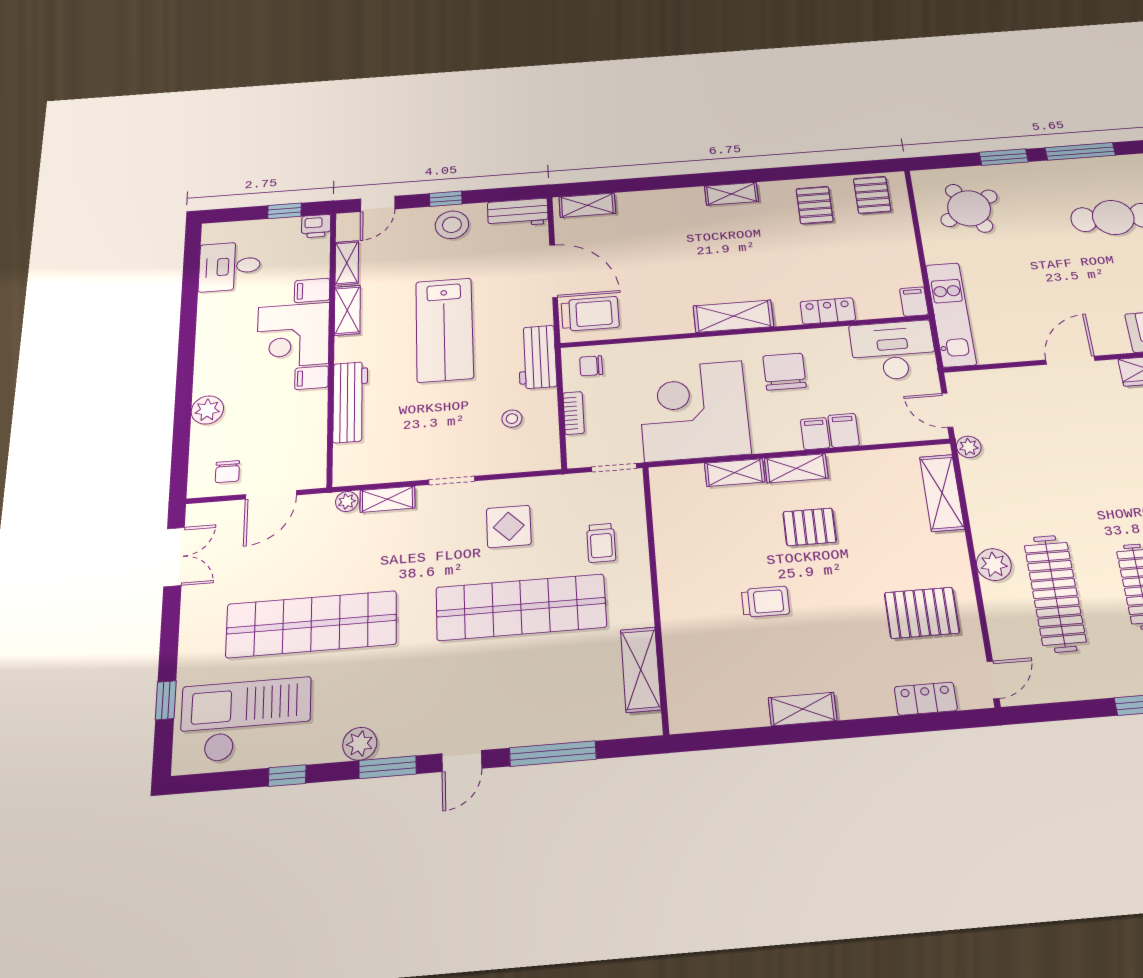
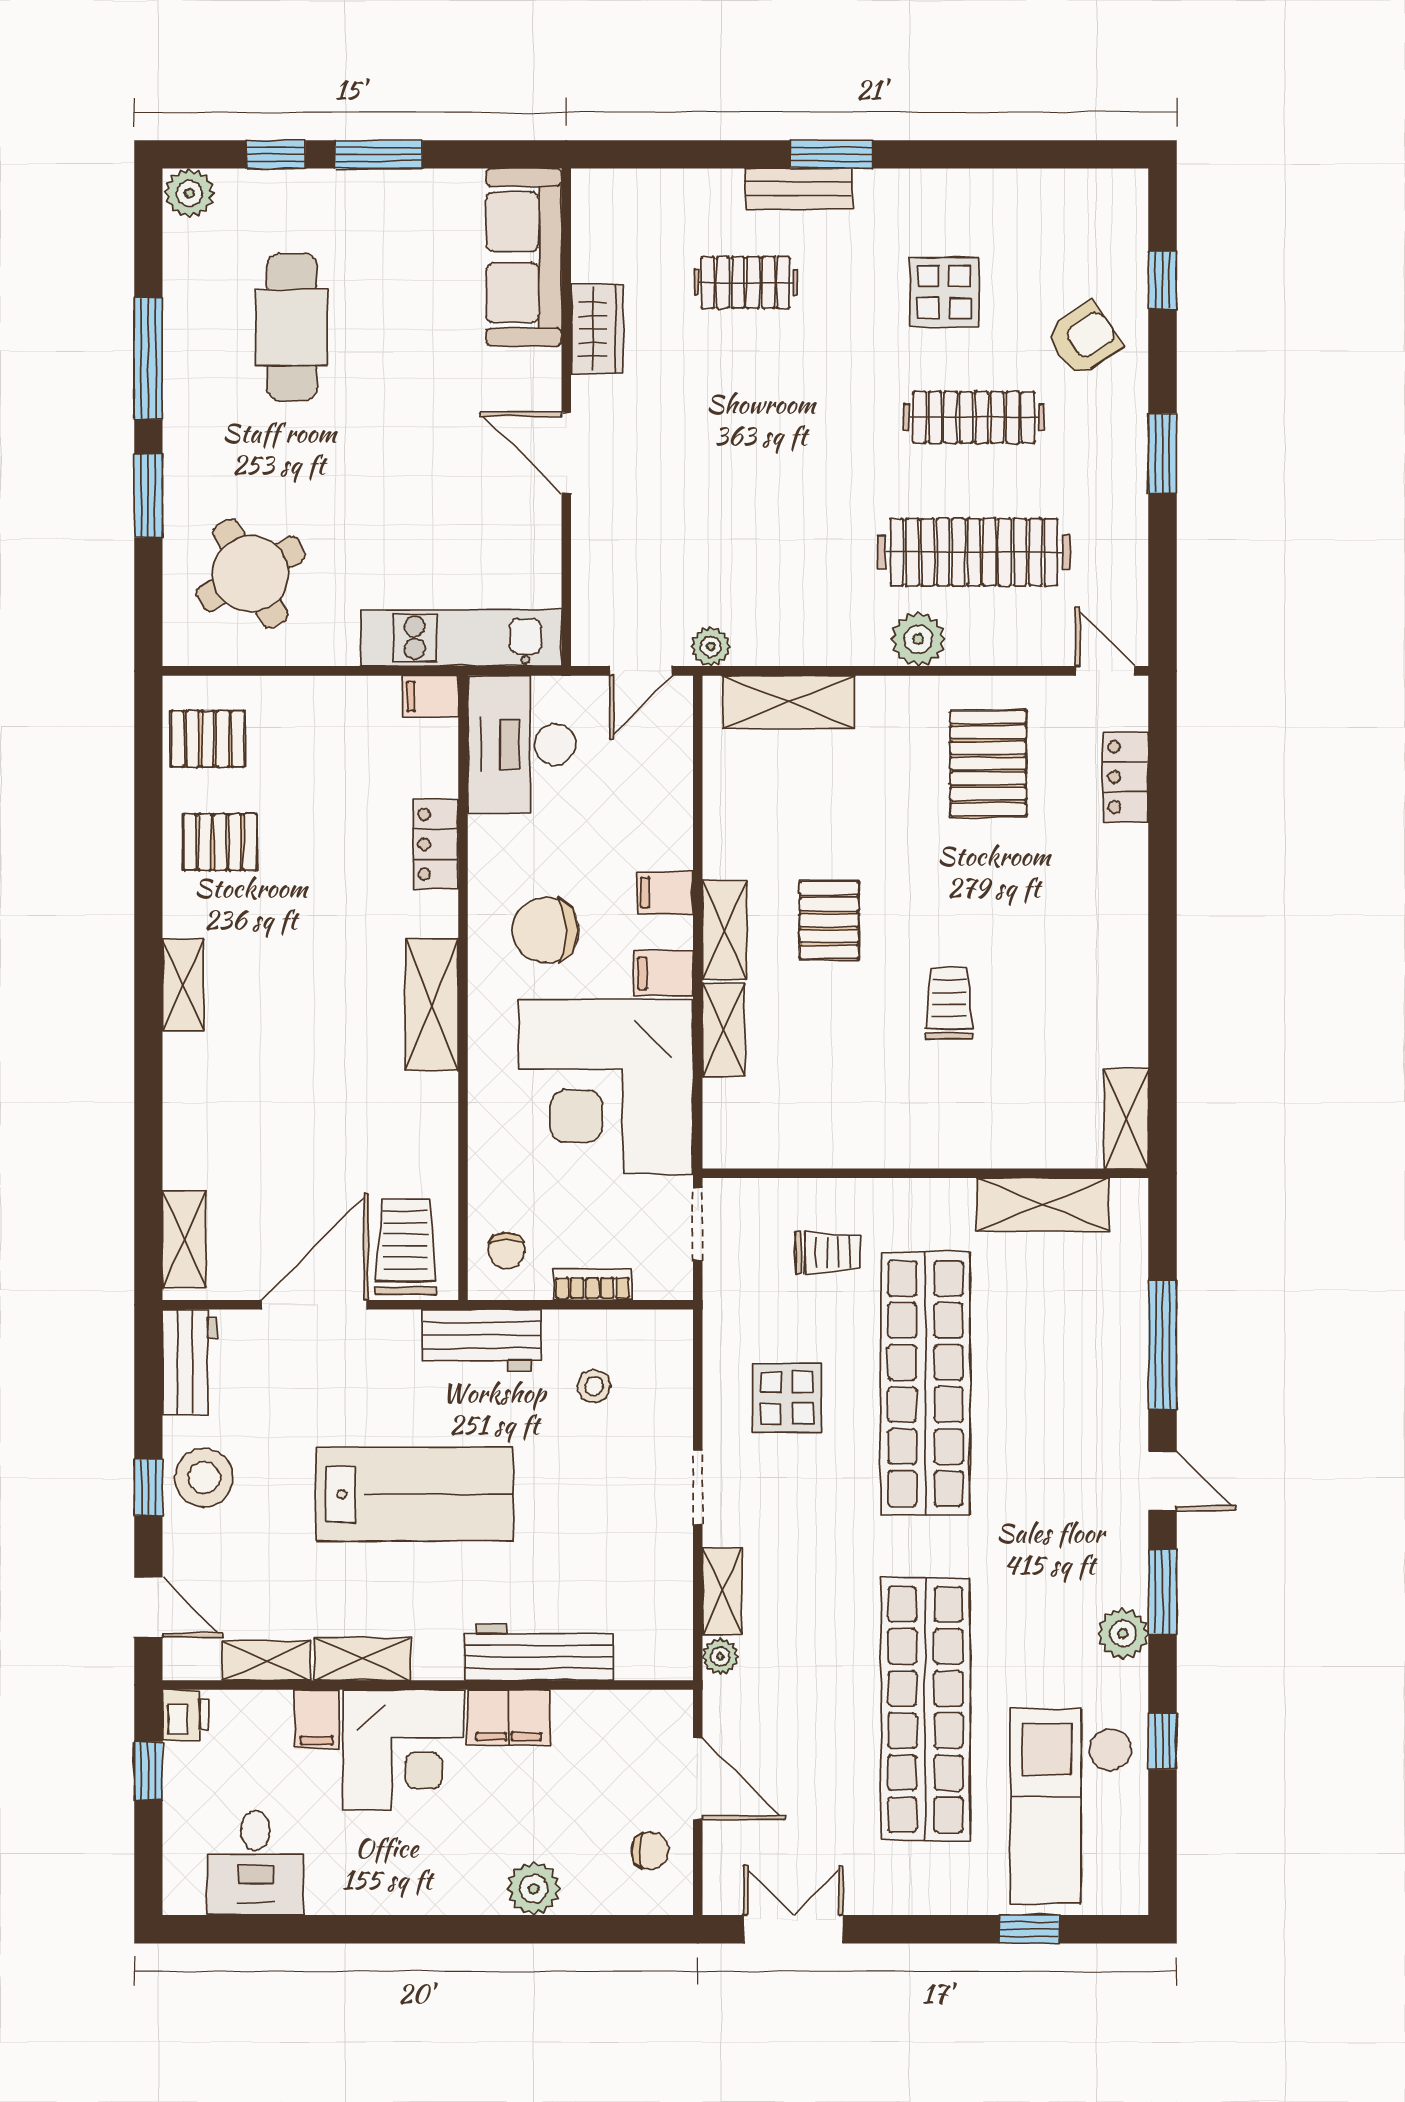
filing cabinet: (312, 378) -> (509, 1717), width x2.00
filing cabinet: (844, 430) -> (663, 973), moved
shelving: (803, 709) -> (1126, 1119), moved

